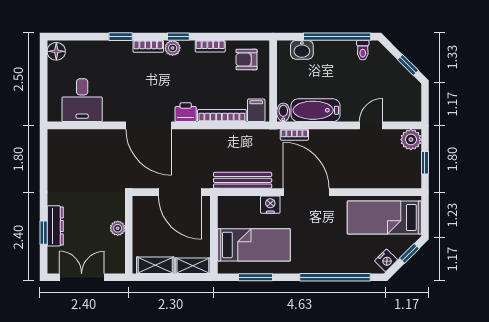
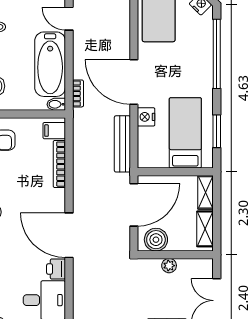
bathtub: (316, 110) -> (50, 64), width x1.36, depth x1.36
printer: (186, 112) -> (56, 269), moved
door: (149, 125) -> (69, 235), swing flipped
door: (306, 192) -> (134, 82), hinge flipped
boiler: (144, 215) -> (156, 240), added

